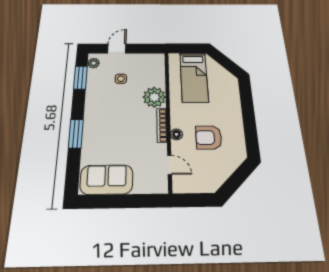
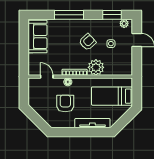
tv unit: (234, 101) -> (92, 123), added
armchair: (118, 108) -> (87, 42), added
window: (76, 134) -> (69, 15), width x1.44
door: (170, 165) -> (47, 77), swing flipped

